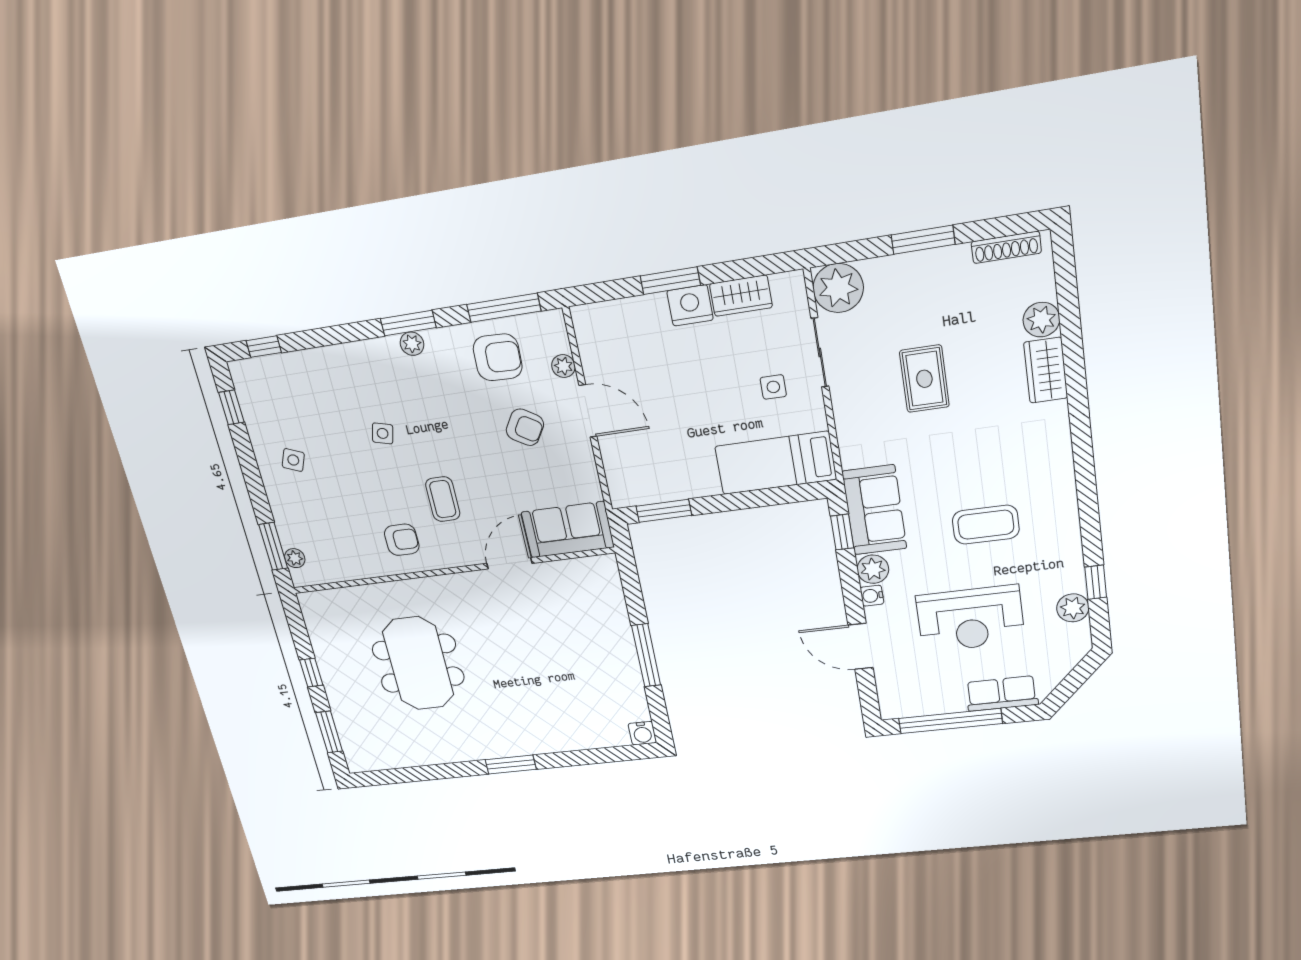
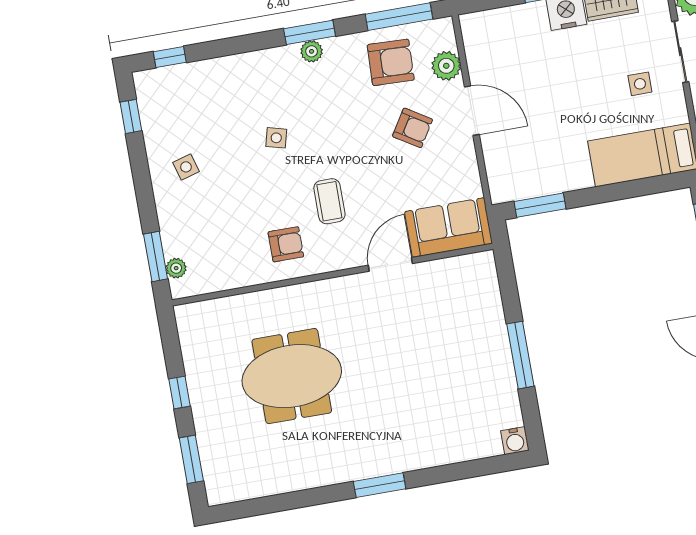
plant: (563, 366) -> (446, 66), width x1.38, depth x1.38
side table: (293, 460) -> (186, 167), turned -38
meeting table: (418, 663) -> (292, 376), turned 90

